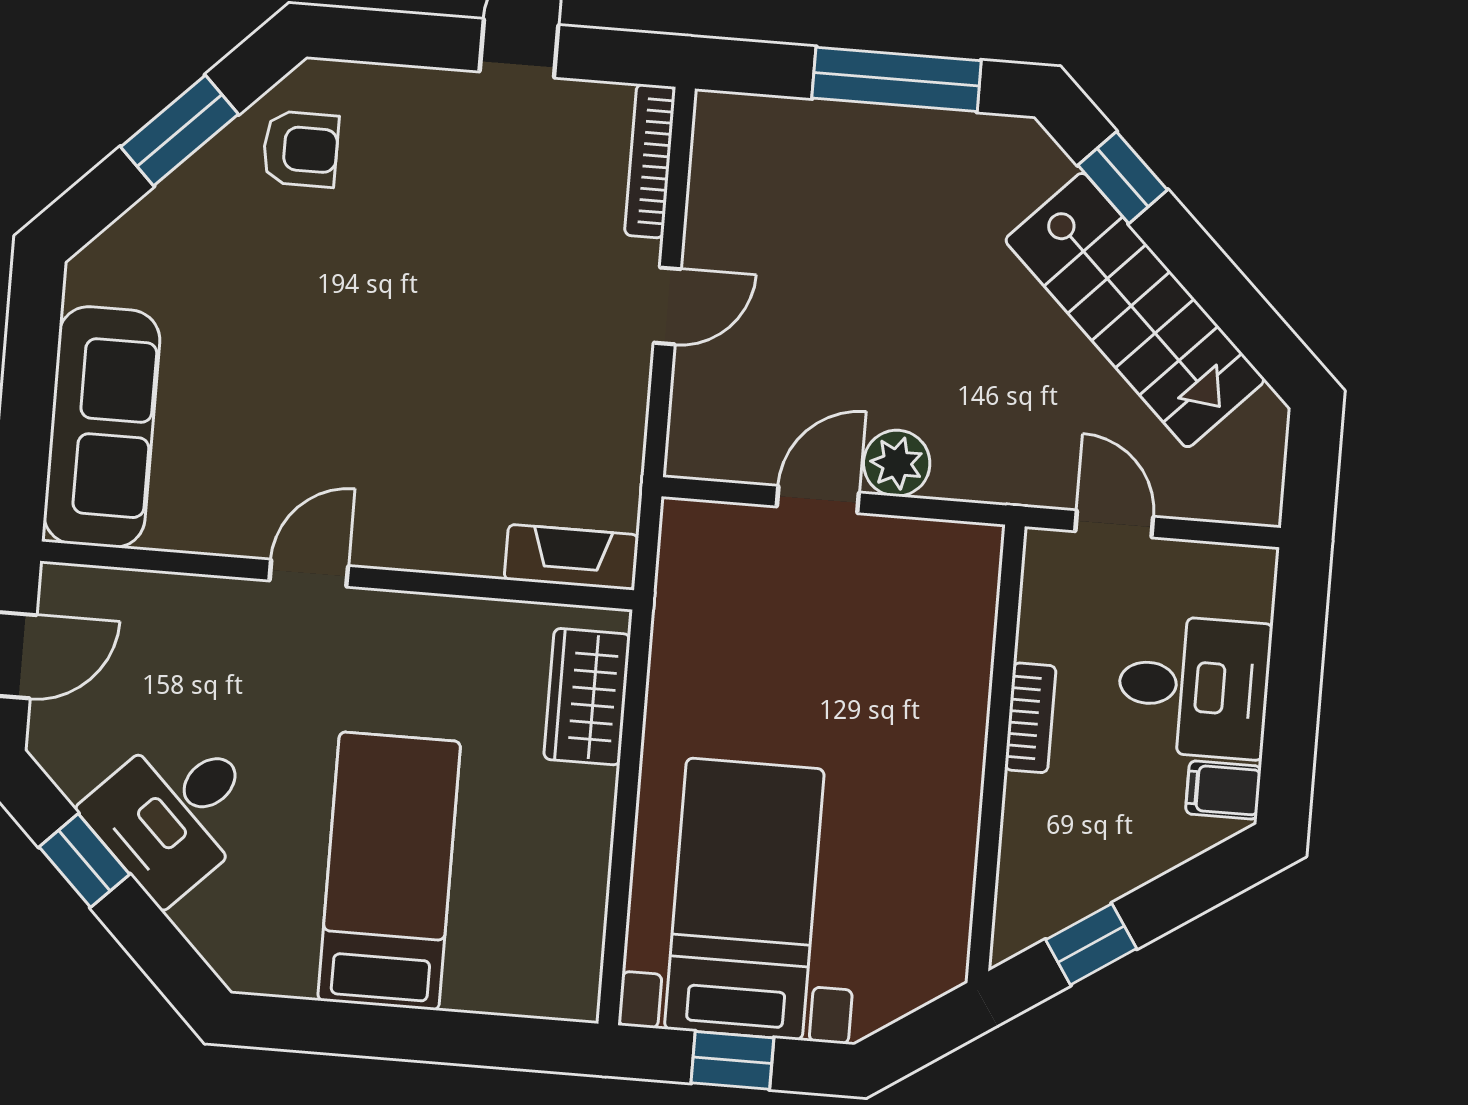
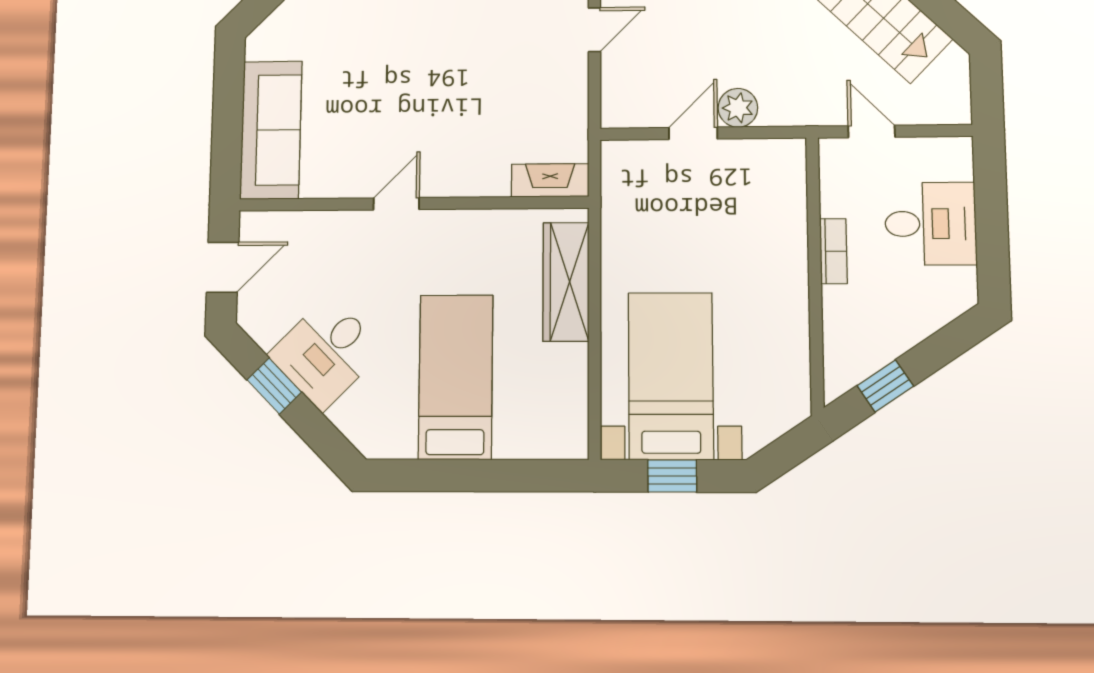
wardrobe: (587, 697) -> (566, 282), width x1.50
filing cabinet: (1223, 790) -> (956, 285), removed

